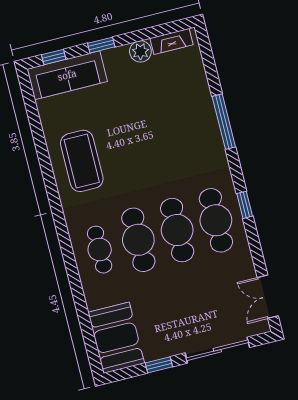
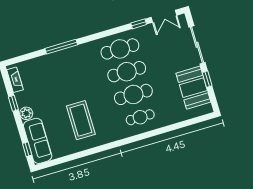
window: (101, 45) -> (13, 103), moved
plant: (140, 51) -> (26, 113), moved
coffee table: (82, 161) -> (81, 120), moved, turned 90
window: (245, 205) -> (139, 24), moved
booth: (116, 338) -> (193, 88), moved, turned 90

